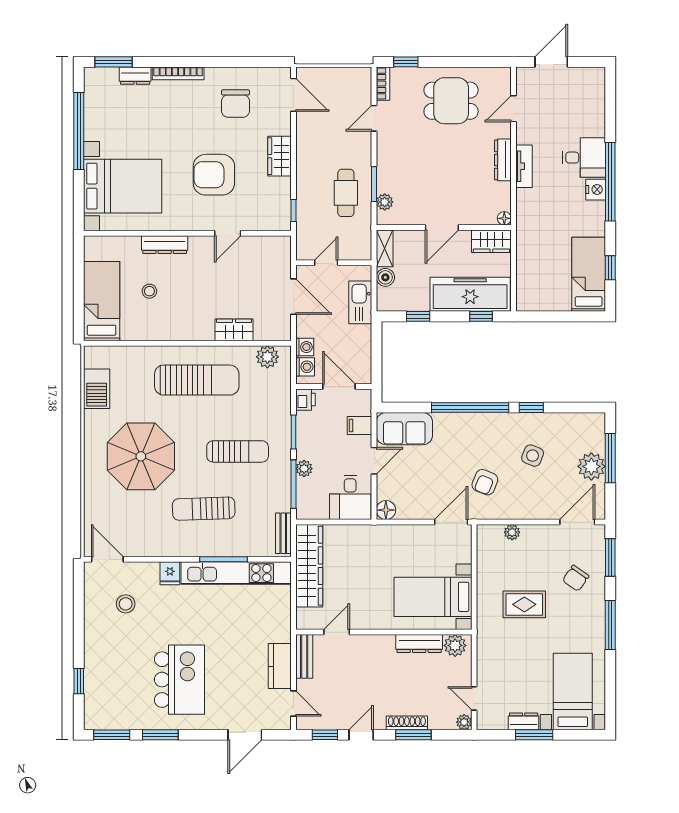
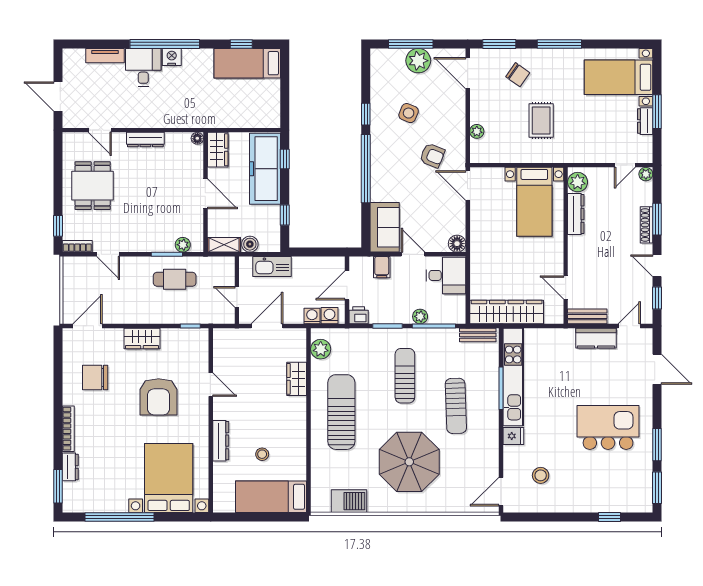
chair: (236, 104) -> (95, 378), turned 180
tv unit: (524, 166) -> (105, 56), moved, turned 180

